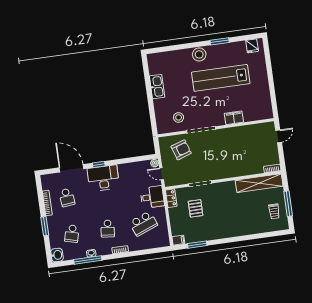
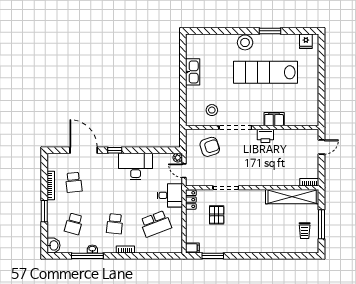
printer: (228, 133) -> (265, 136), added
desk: (103, 178) -> (136, 166), moved

